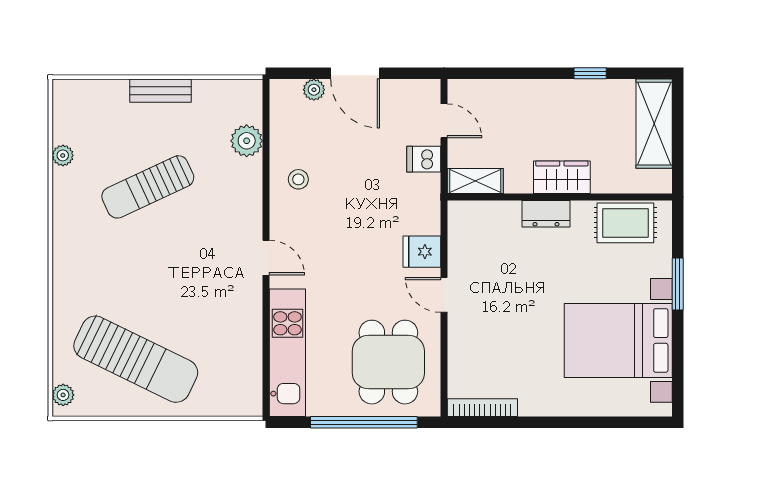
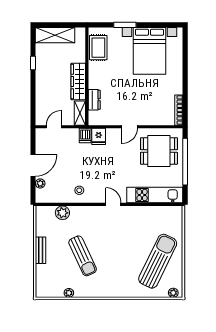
dishwasher: (424, 159) -> (85, 136), moved
wardrobe: (562, 177) -> (78, 81), width x1.50
dresser: (546, 214) -> (94, 100), moved
fridge: (422, 252) -> (99, 136), moved
door: (266, 258) -> (113, 204), hinge flipped

